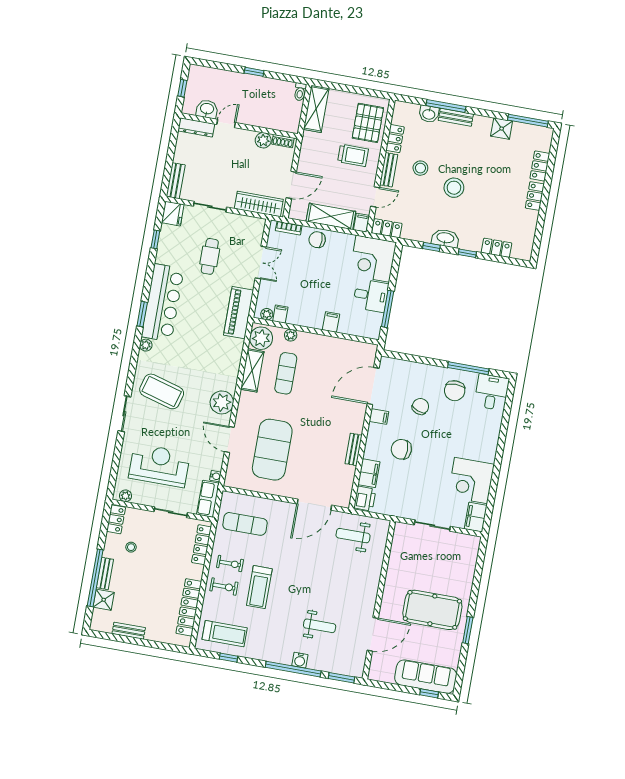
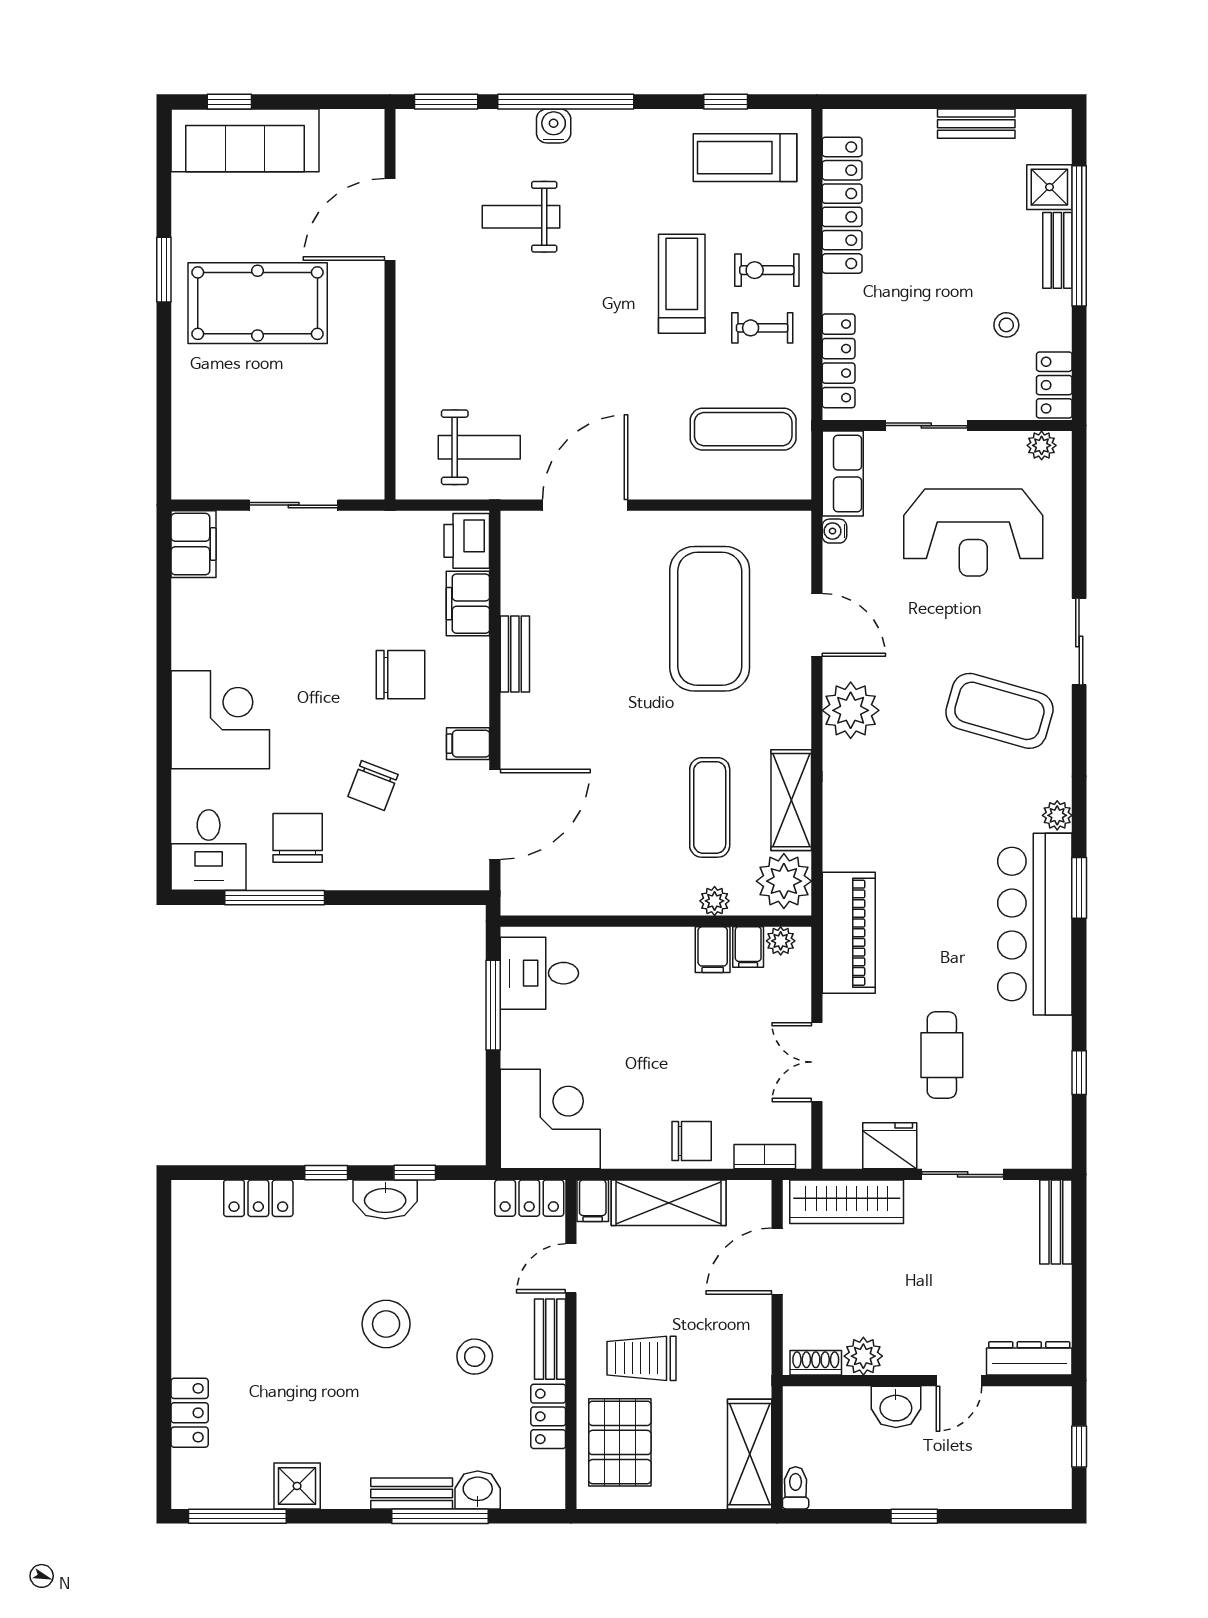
washbasin: (207, 109) -> (896, 1407), moved
locker: (535, 196) -> (189, 1338), removed
fridge: (173, 214) -> (890, 1146), moved, turned 90
desk: (371, 295) -> (539, 973), moved
filing cabinet: (331, 322) -> (713, 950), moved
corner desk: (471, 481) -> (220, 720), moved

